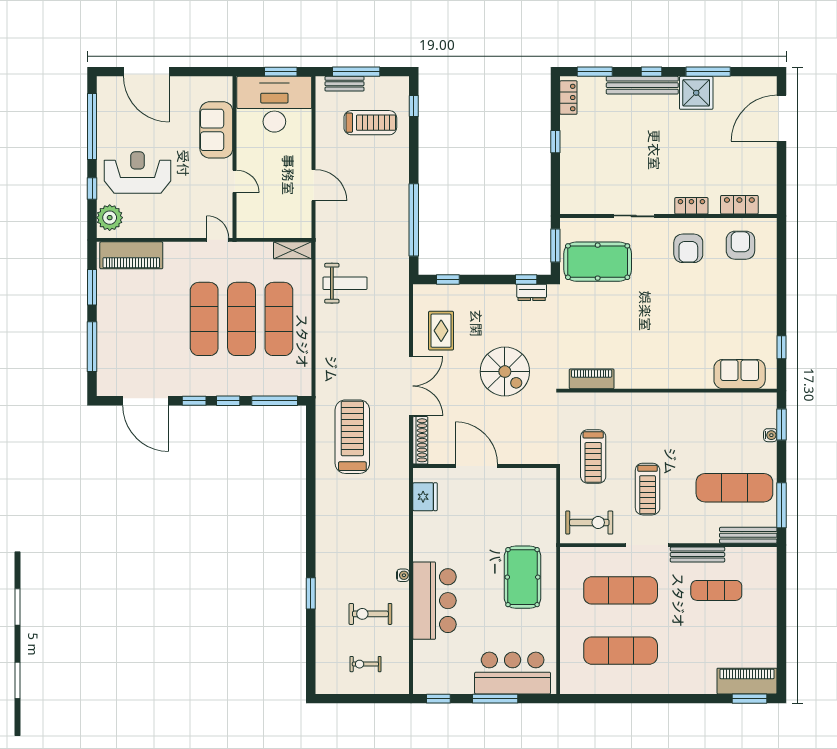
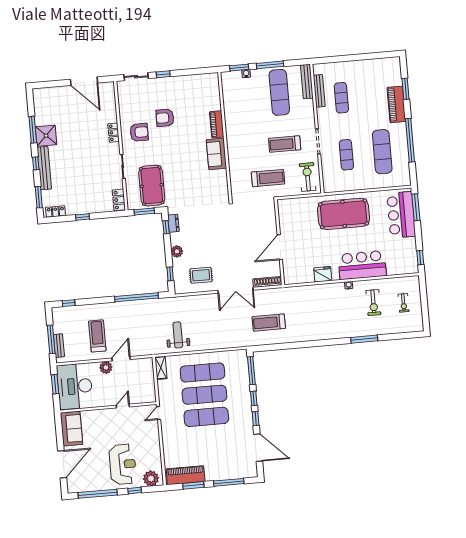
door: (782, 118) -> (84, 81), moved
treadmill: (370, 123) -> (97, 336), moved
sofa: (216, 130) -> (72, 429), moved, turned -90
plant: (301, 159) -> (106, 367), added
reception desk: (137, 172) -> (123, 464), turned 180
locker: (739, 205) -> (119, 200), moved
armchair: (740, 245) -> (165, 118), moved
sliding door: (782, 251) -> (136, 77), added
piano: (131, 255) -> (186, 475), moved, turned -90
plant: (484, 294) -> (177, 251), added
window: (782, 347) -> (163, 74), moved
spiral stairs: (505, 372) -> (222, 235), removed
sofa: (740, 374) -> (216, 154), moved
piano: (592, 379) -> (217, 124), moved
double door: (411, 386) -> (235, 290), swing flipped
door: (146, 401) -> (258, 448), hinge flipped
treadmill: (352, 437) -> (269, 323), width x0.73, depth x0.73
treadmill: (648, 489) -> (285, 144), turned 180
fridge: (425, 497) -> (323, 274), moved
window: (782, 505) -> (270, 65), moved
bench: (697, 555) -> (319, 91), moved
pool table: (523, 577) -> (344, 214), width x1.36, depth x1.32
exercise mat: (621, 590) -> (346, 155), width x0.73, depth x0.69
window: (311, 593) -> (364, 339), width x1.44
piano: (747, 681) -> (396, 104), moved
window: (495, 699) -> (416, 207), moved
window: (636, 699) -> (410, 140), added
window: (750, 699) -> (406, 89), moved

